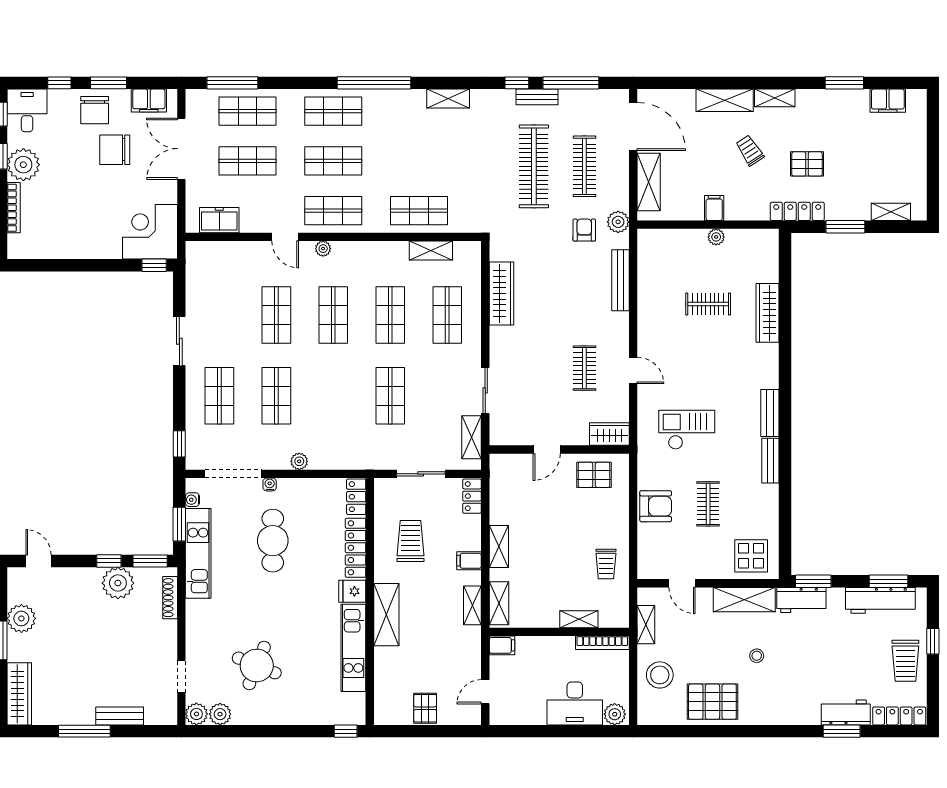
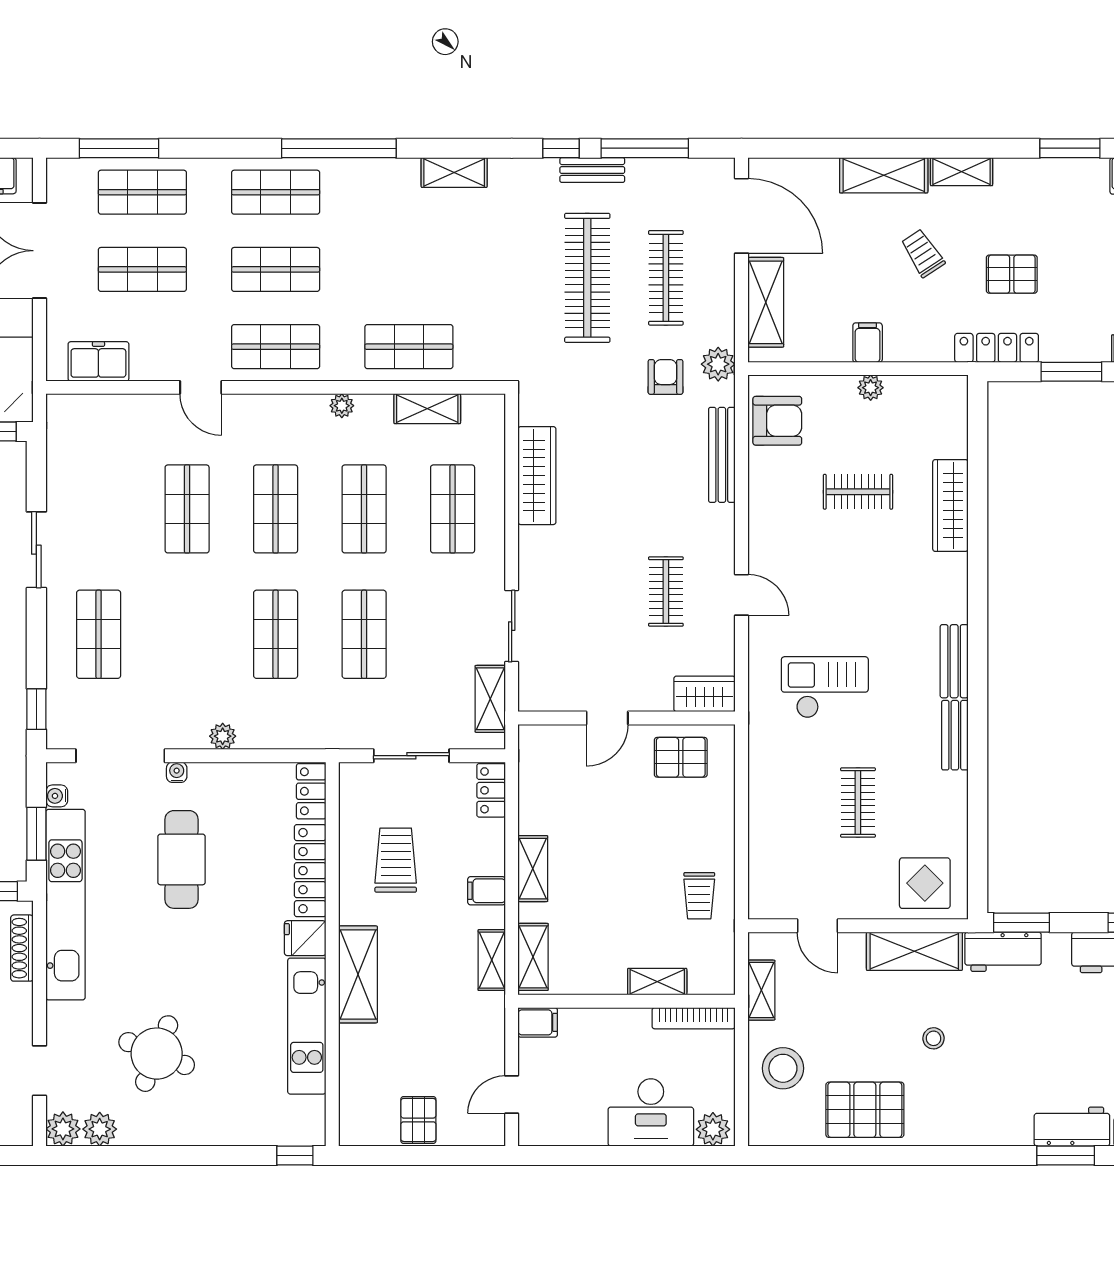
plant: (323, 249) -> (342, 406), moved
shop shelf: (276, 396) -> (276, 634), moved
armchair: (656, 506) -> (777, 421), moved
kitchen unit: (198, 553) -> (65, 905), width x1.36

